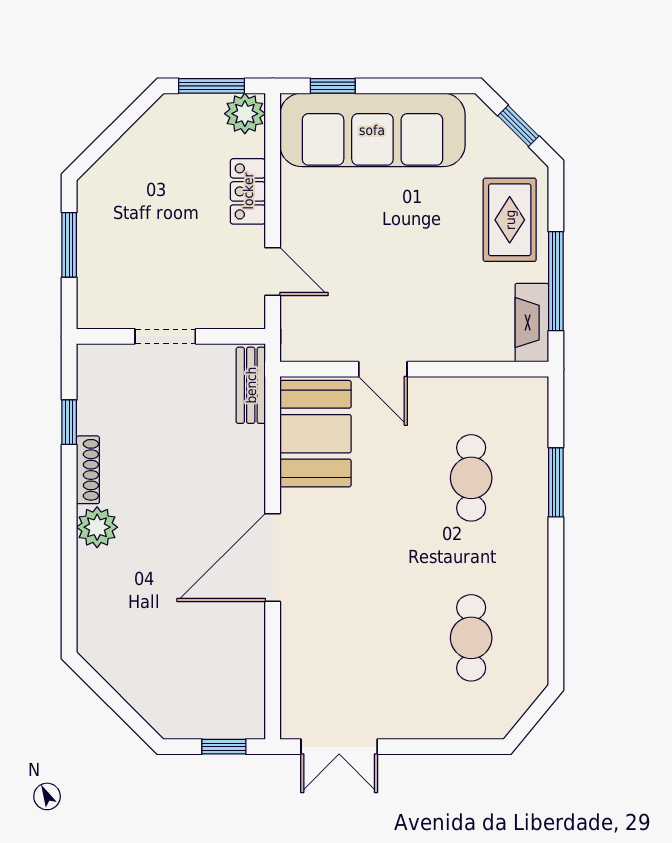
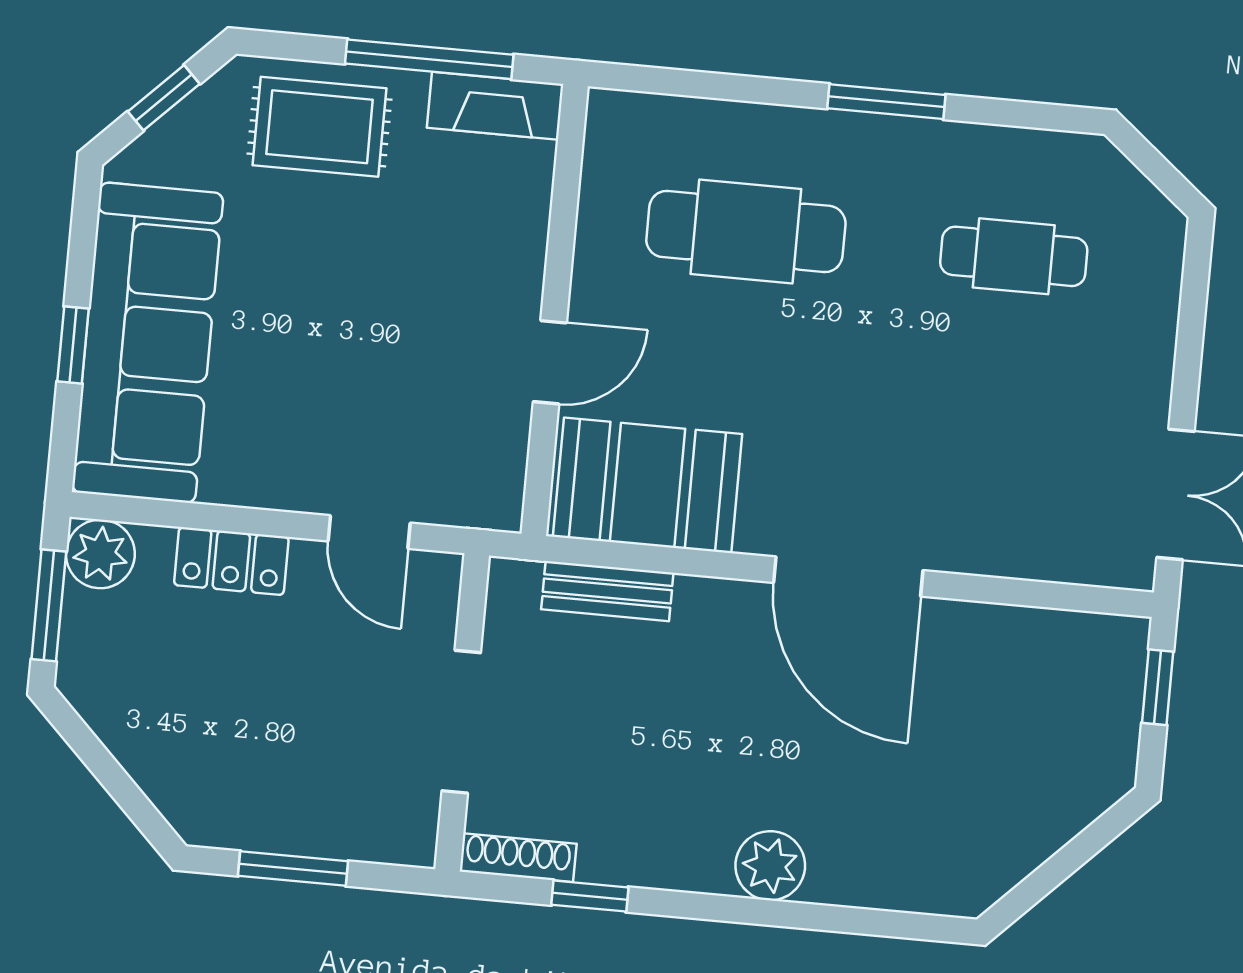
window: (333, 86) -> (73, 345), moved
door: (273, 271) -> (369, 532), swing flipped
doorway: (165, 336) -> (461, 722), width x1.38
bench: (251, 385) -> (607, 591), moved
shoe rack: (88, 470) -> (518, 858), moved
cafe table: (471, 478) -> (746, 231), width x1.37, depth x1.35
window: (556, 482) -> (886, 102), moved

